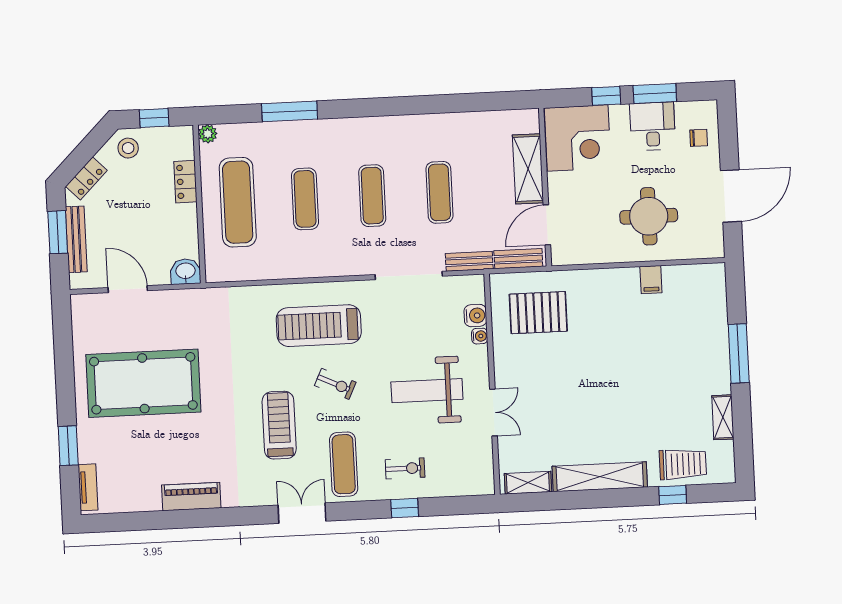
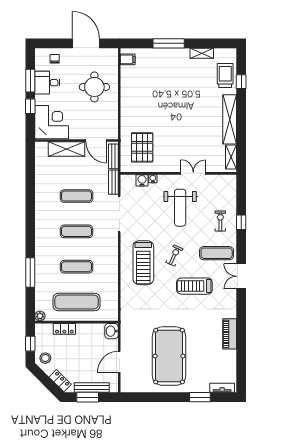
filing cabinet: (651, 280) -> (128, 59), moved

